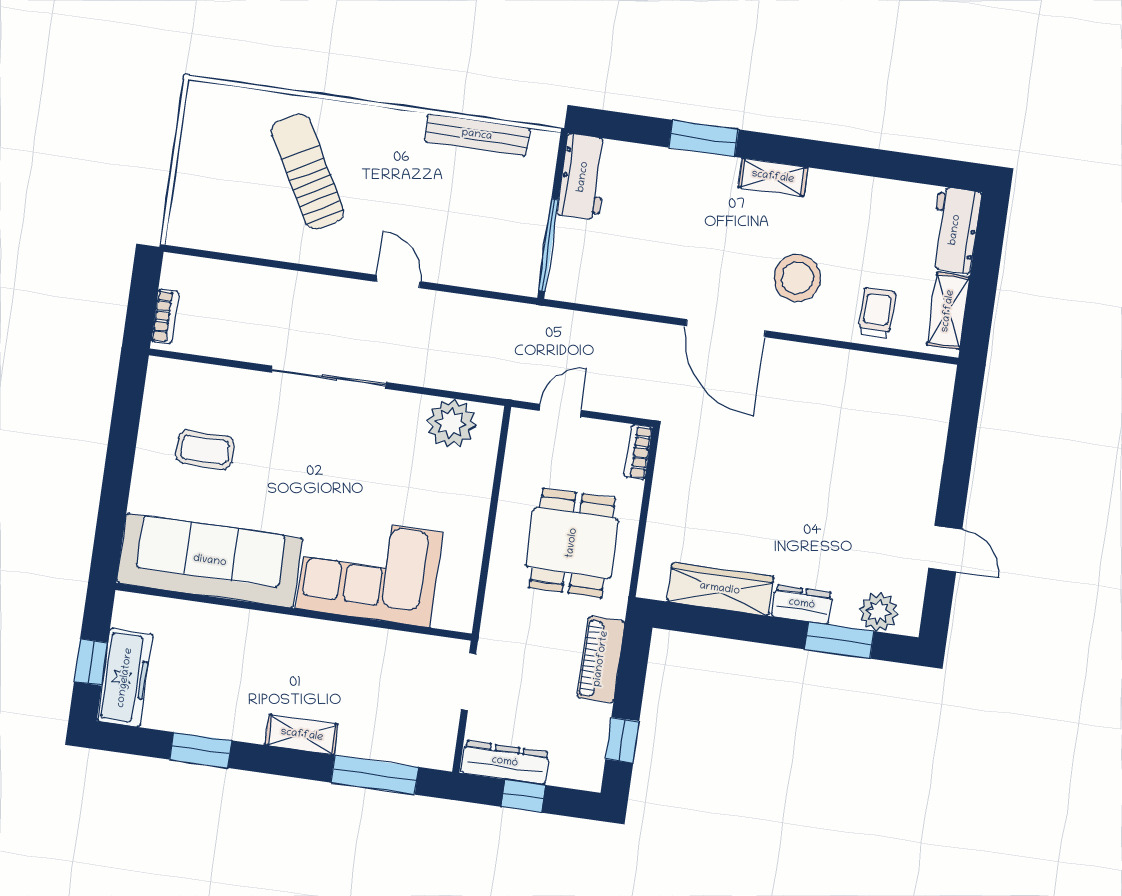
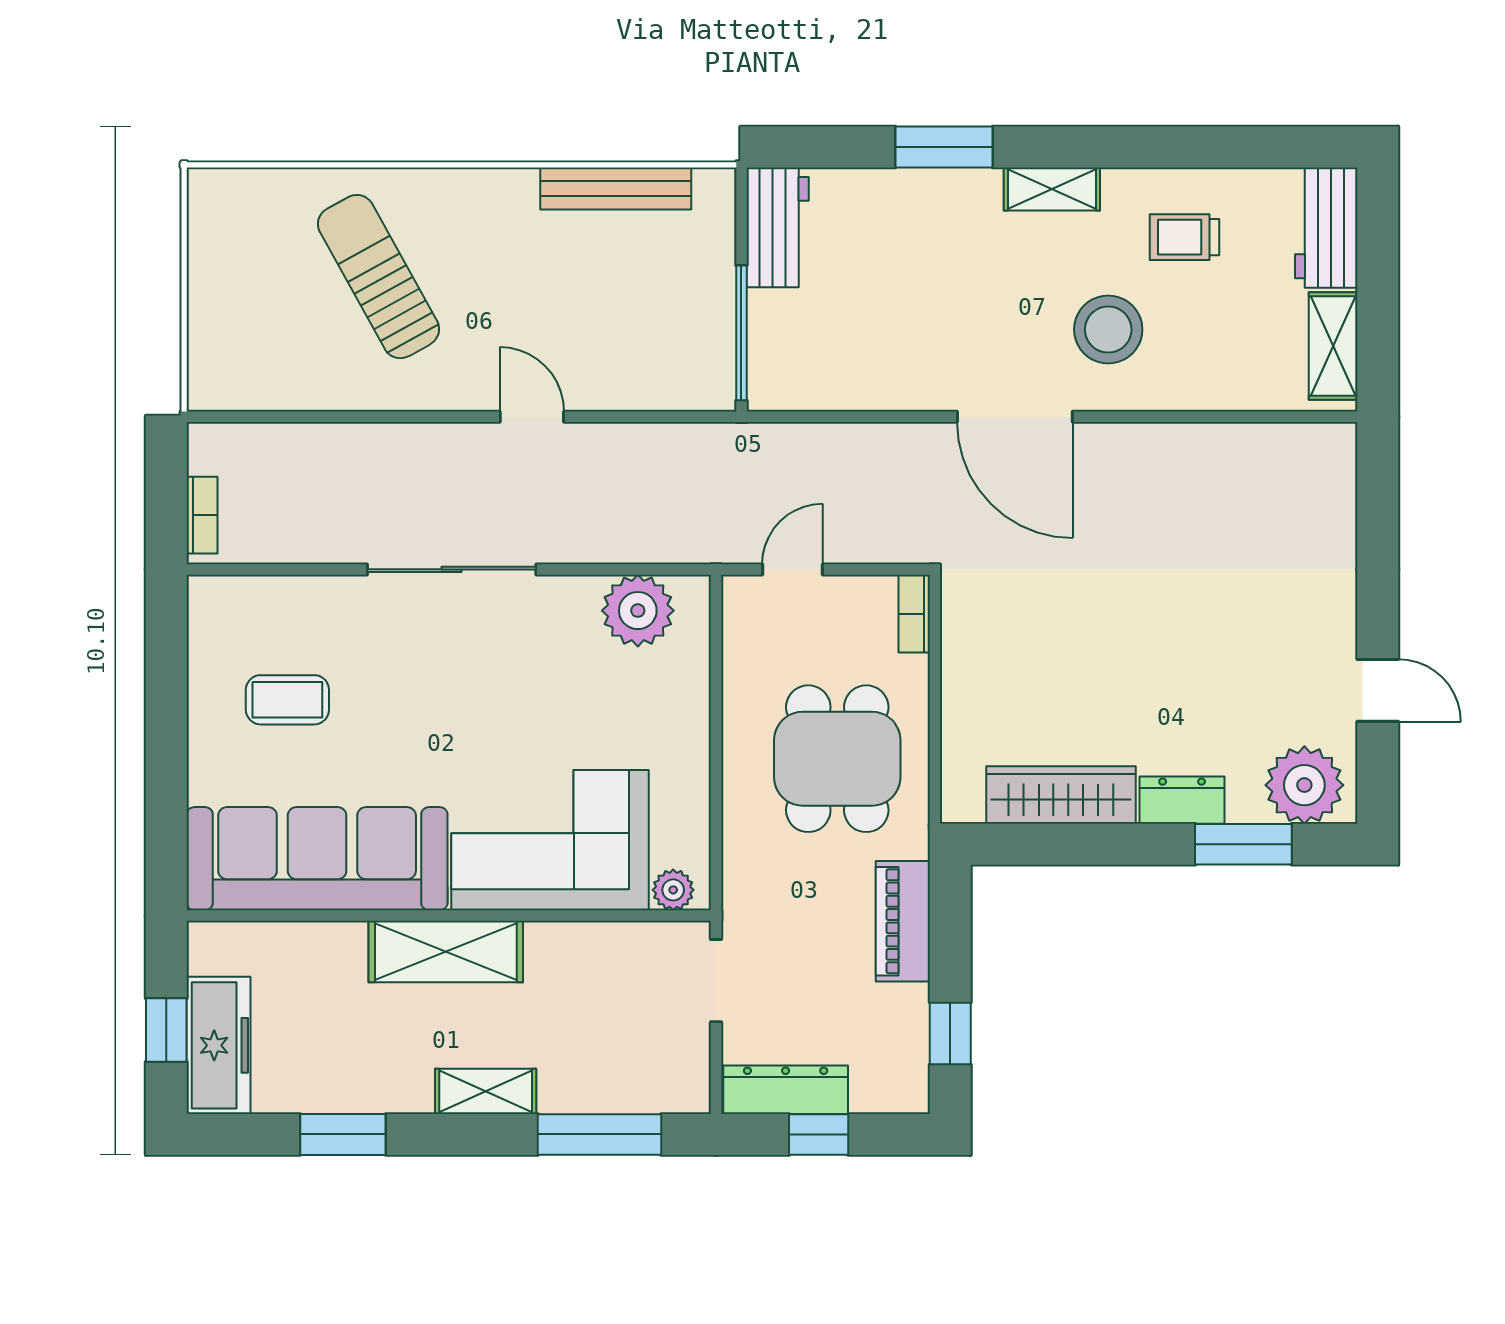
trolley: (877, 313) -> (1184, 237), moved, turned -90
plant: (878, 612) -> (1304, 785), width x1.36, depth x1.36
plant: (448, 616) -> (673, 890), added
shelving: (288, 636) -> (446, 952), added

